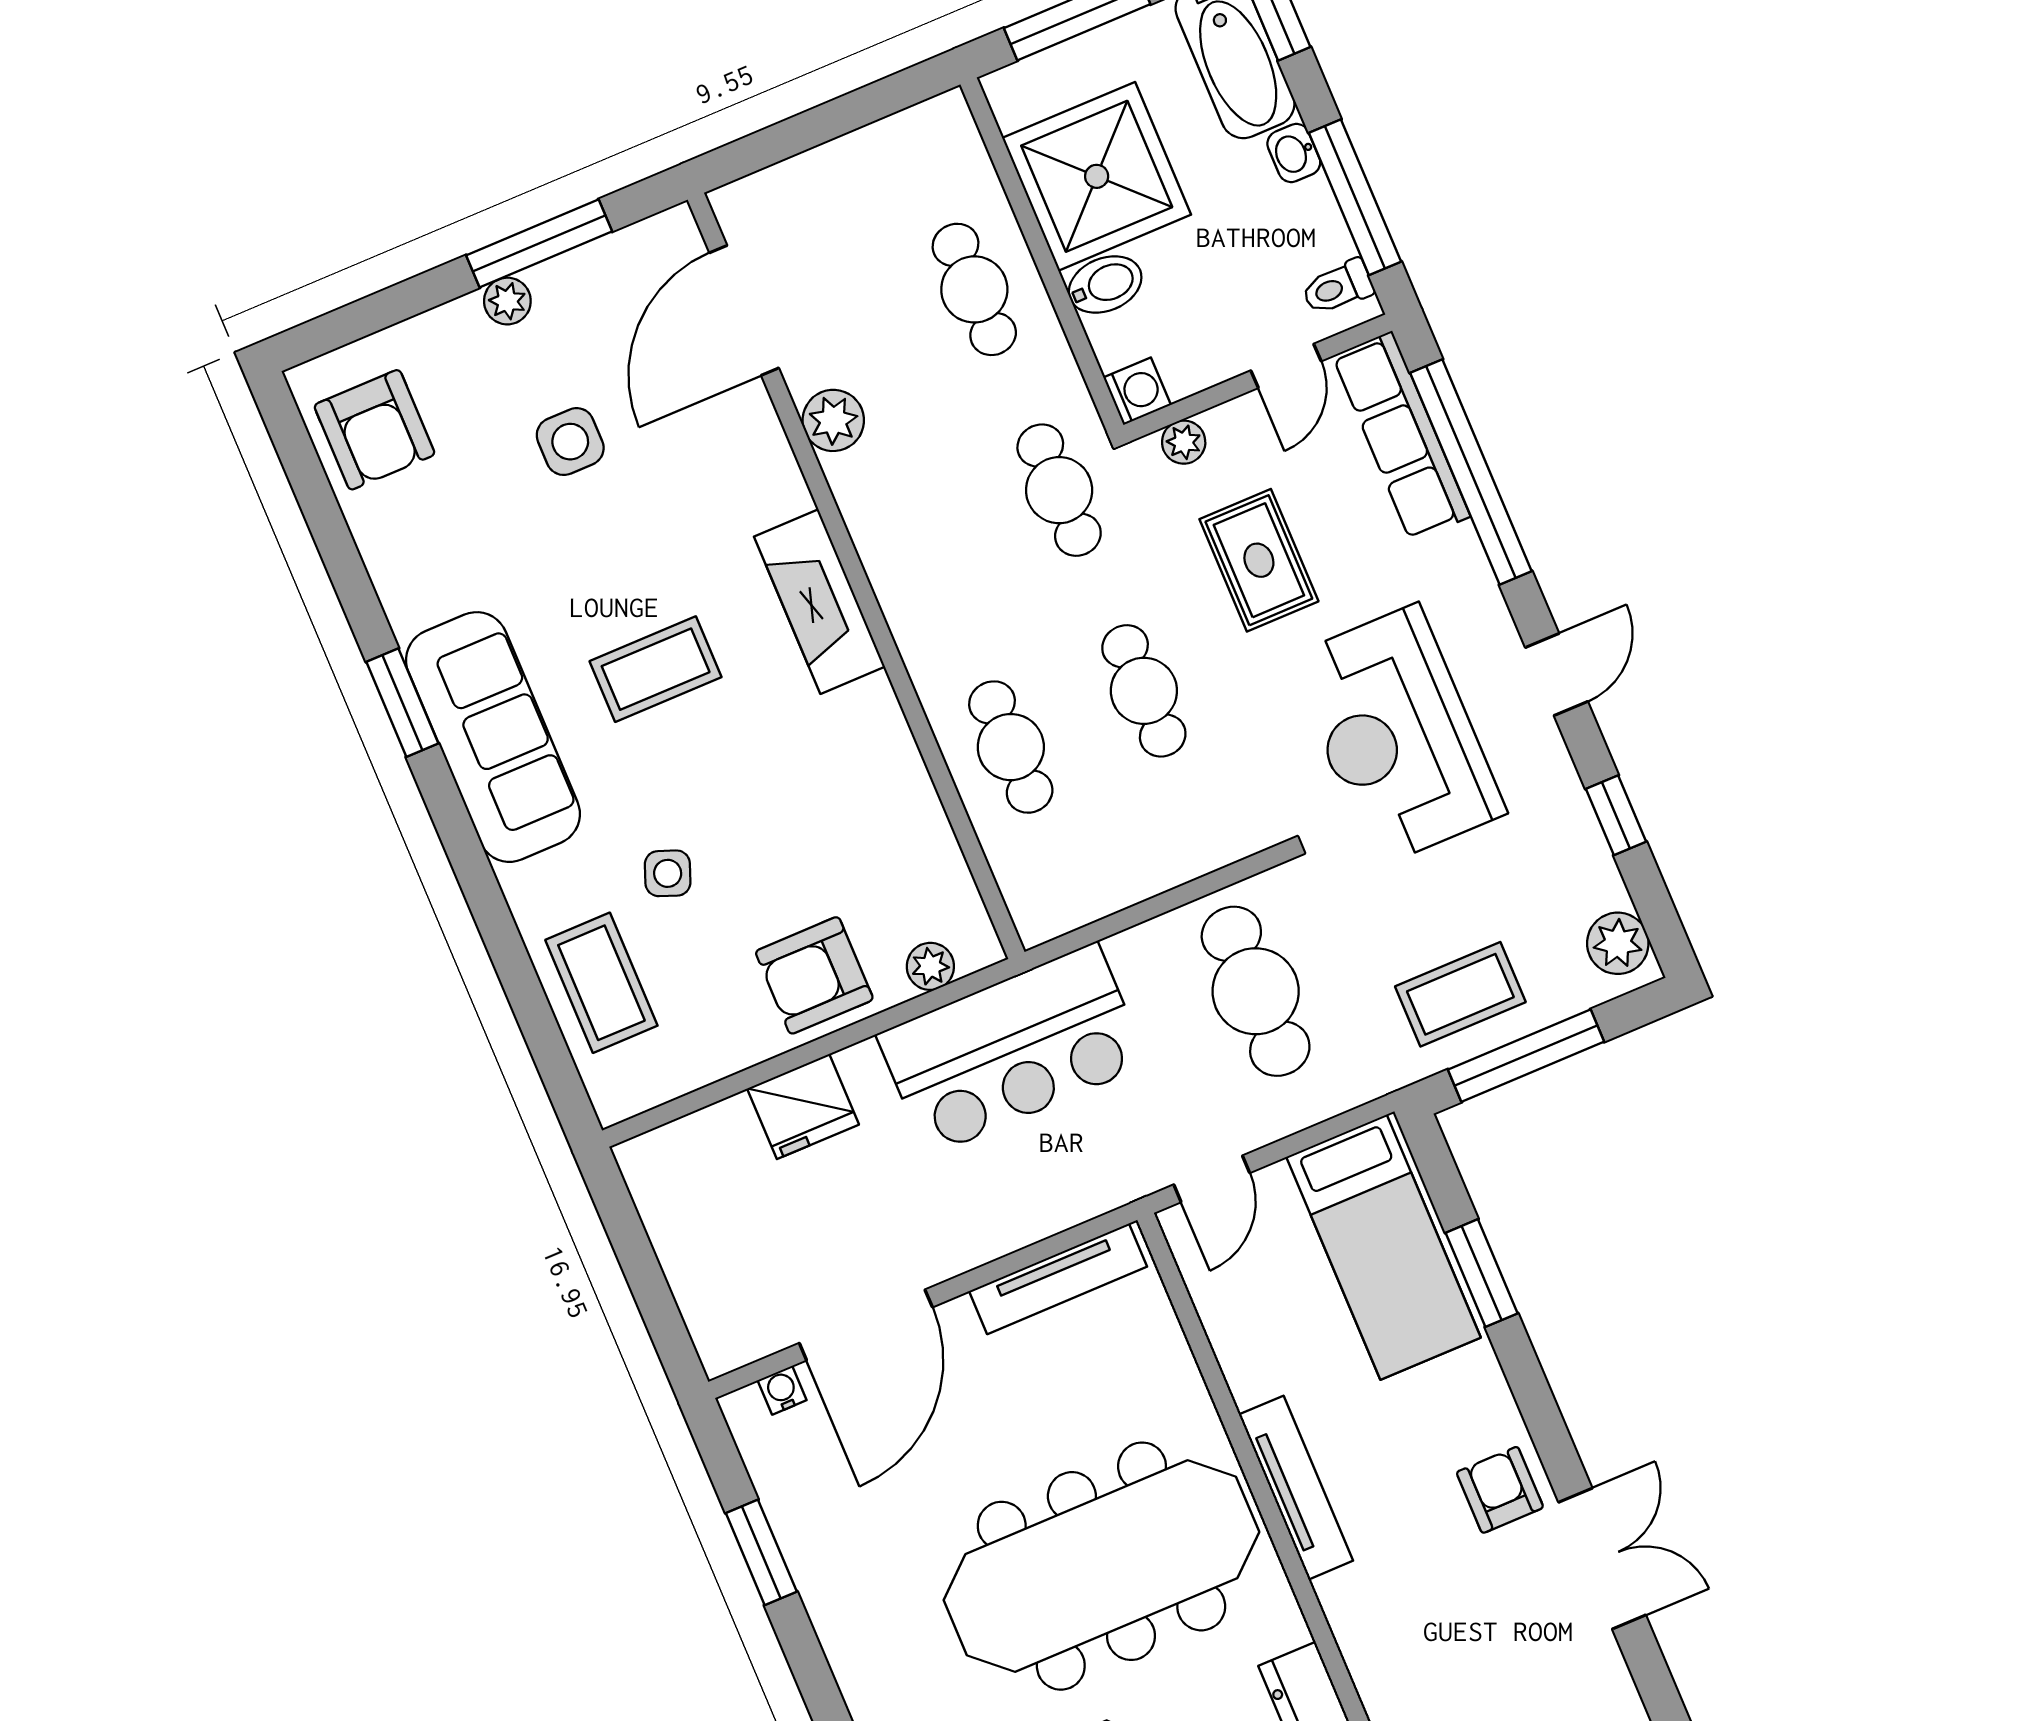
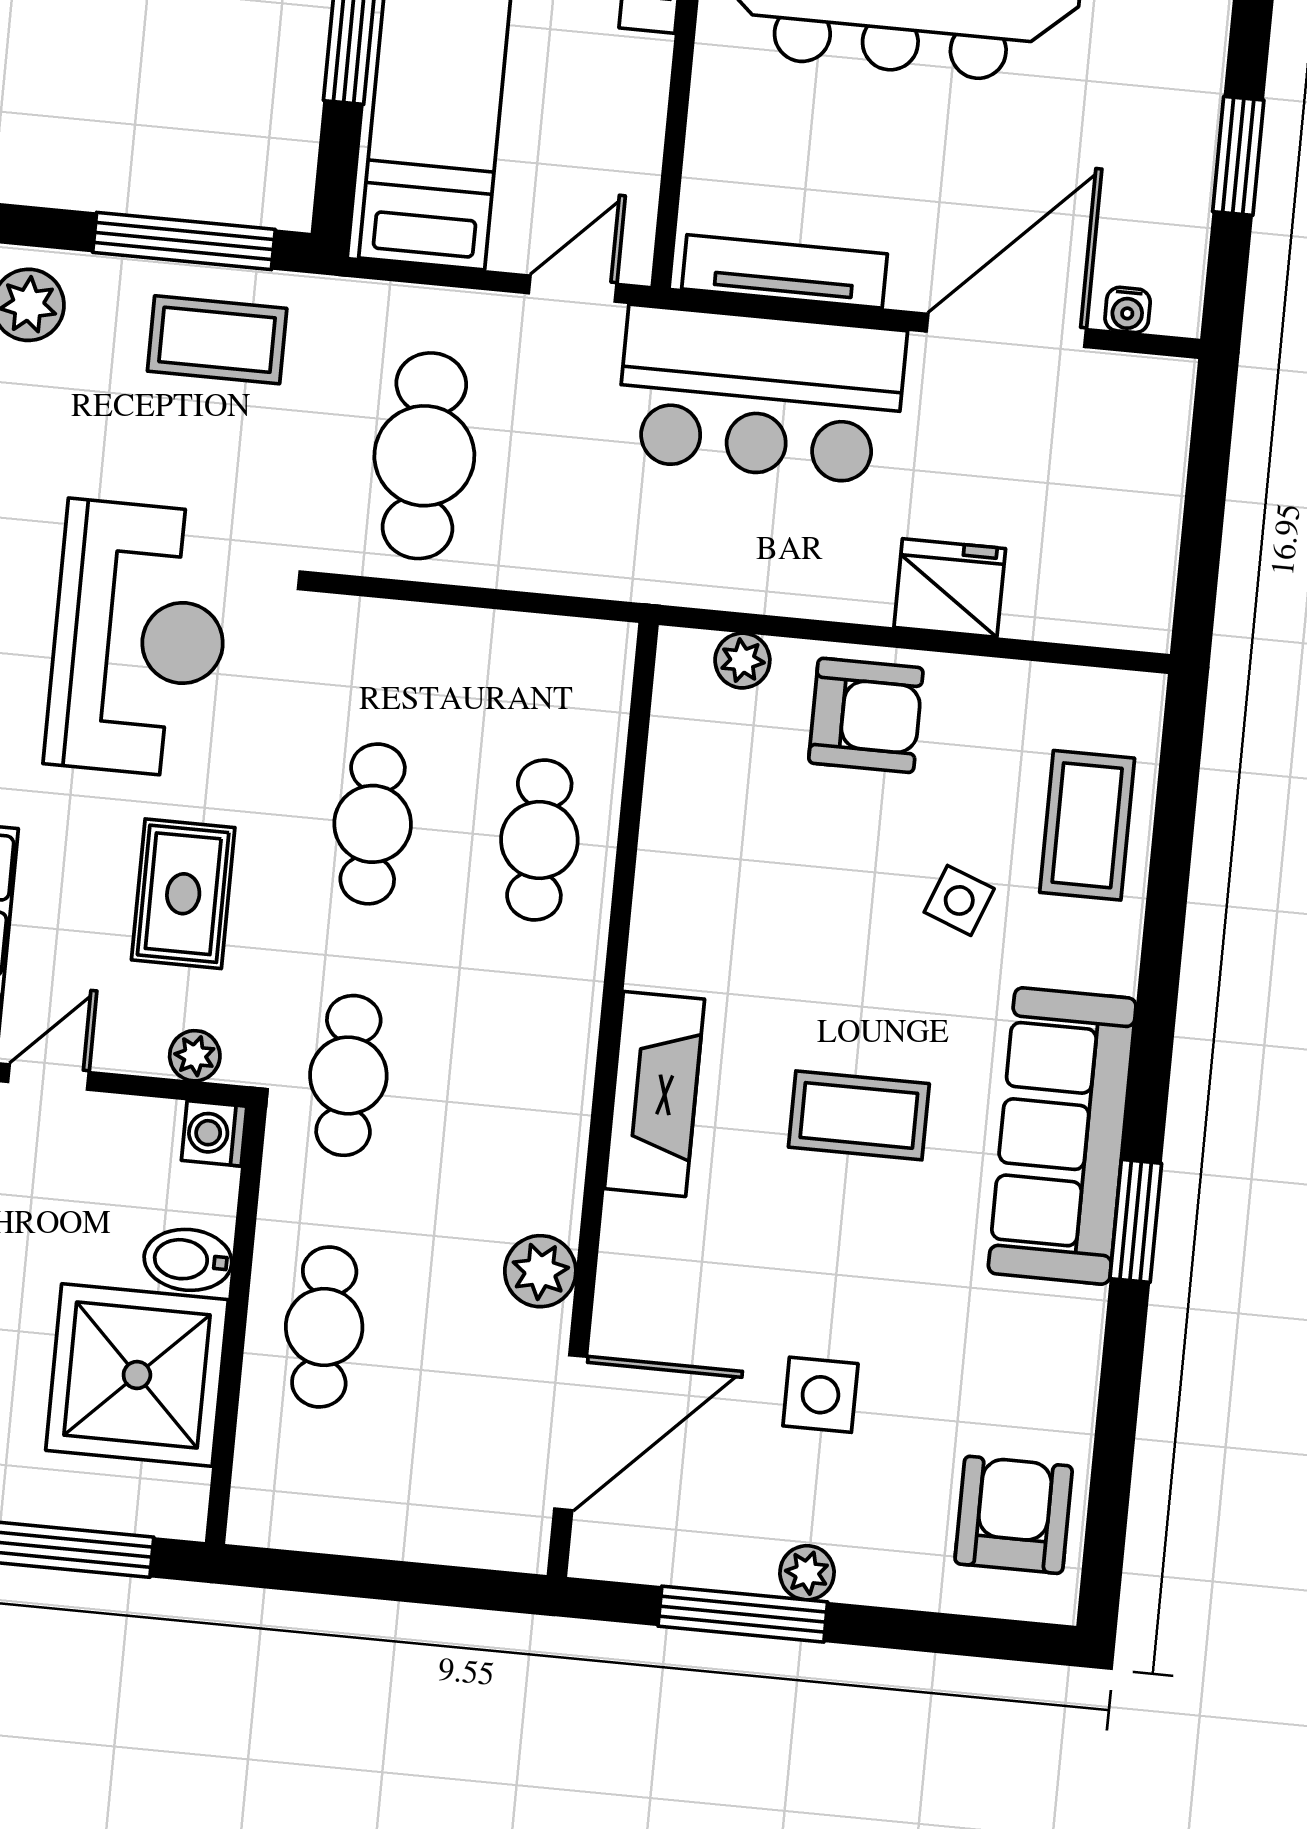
bar counter: (1012, 1049) -> (761, 395), moved, turned 180

